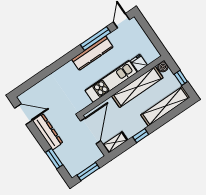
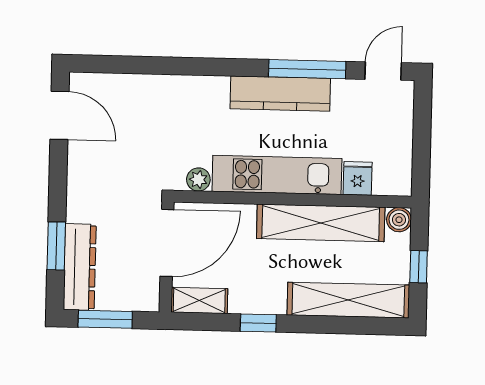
plant: (86, 102) -> (198, 179), added
dresser: (48, 132) -> (80, 267), moved

